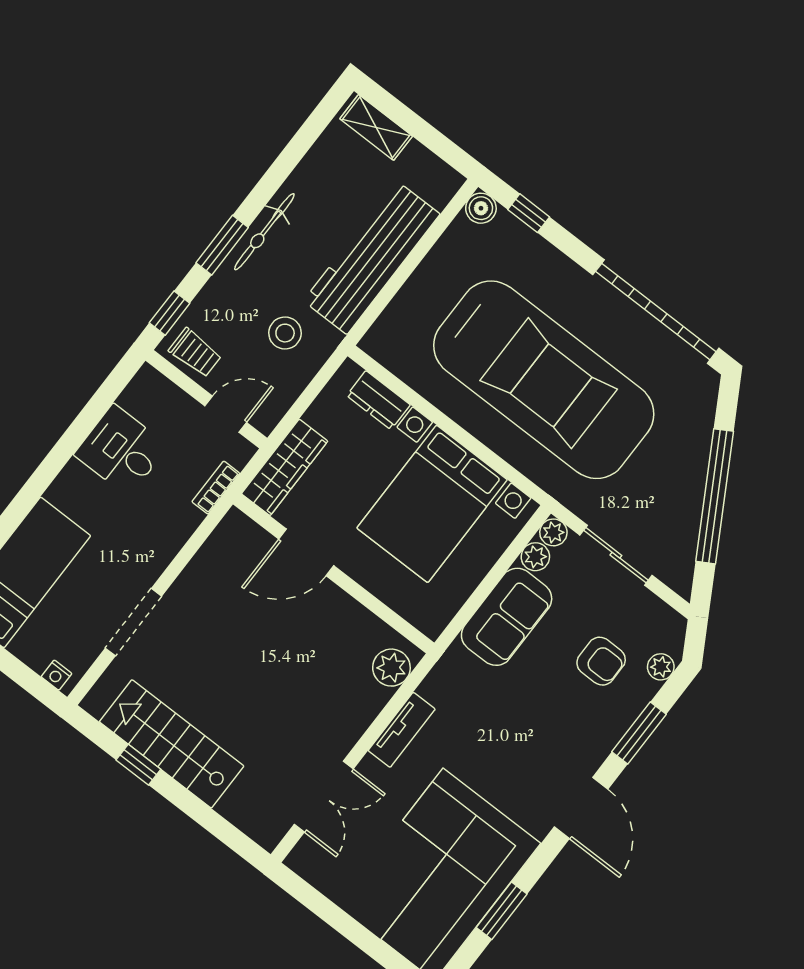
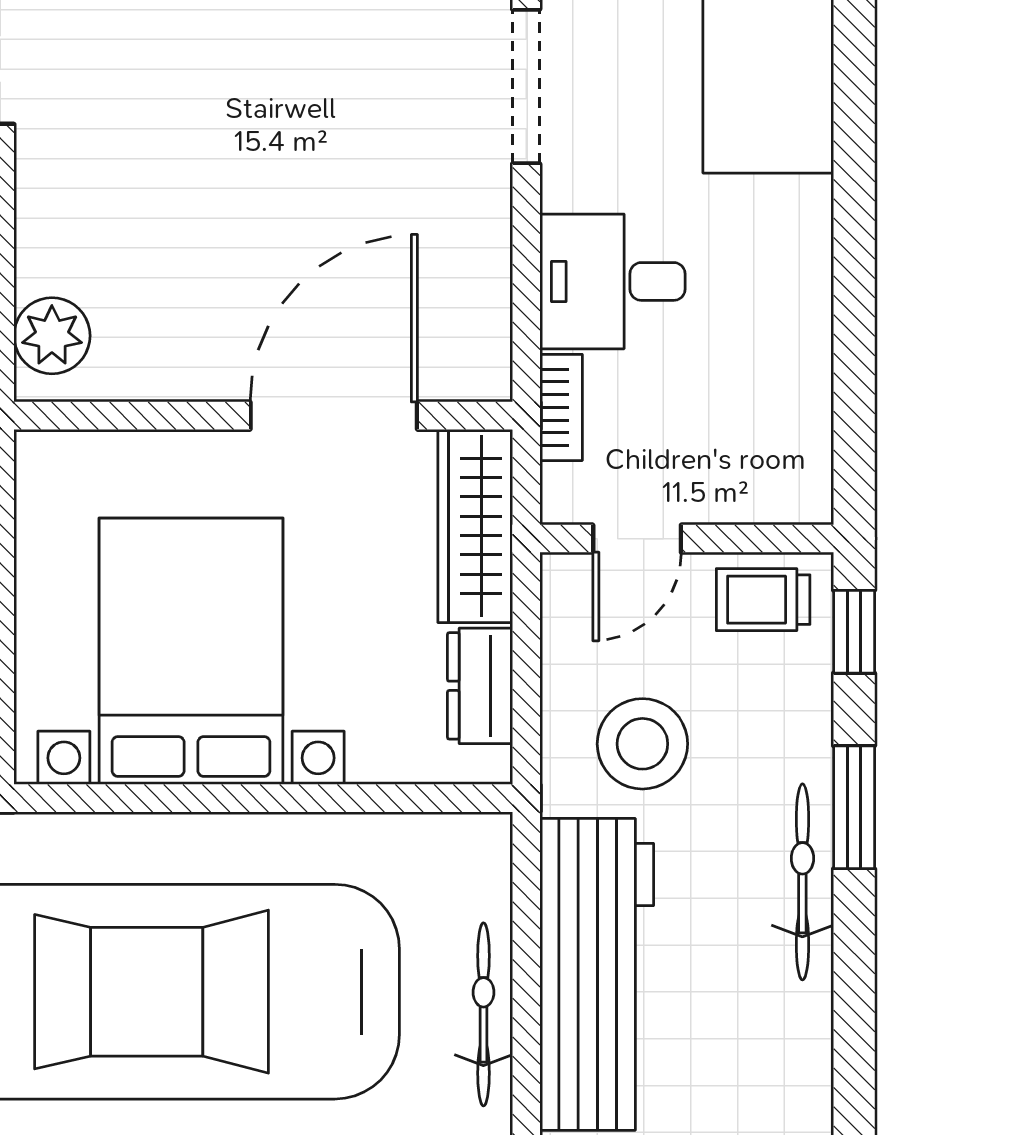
bicycle: (427, 276) -> (483, 1014), added
stool: (285, 333) -> (642, 744), width x1.38, depth x1.38
dresser: (378, 400) -> (480, 686), moved, turned -90
desk: (121, 450) -> (612, 281), moved, turned 180
door: (306, 552) -> (334, 416), width x1.36

